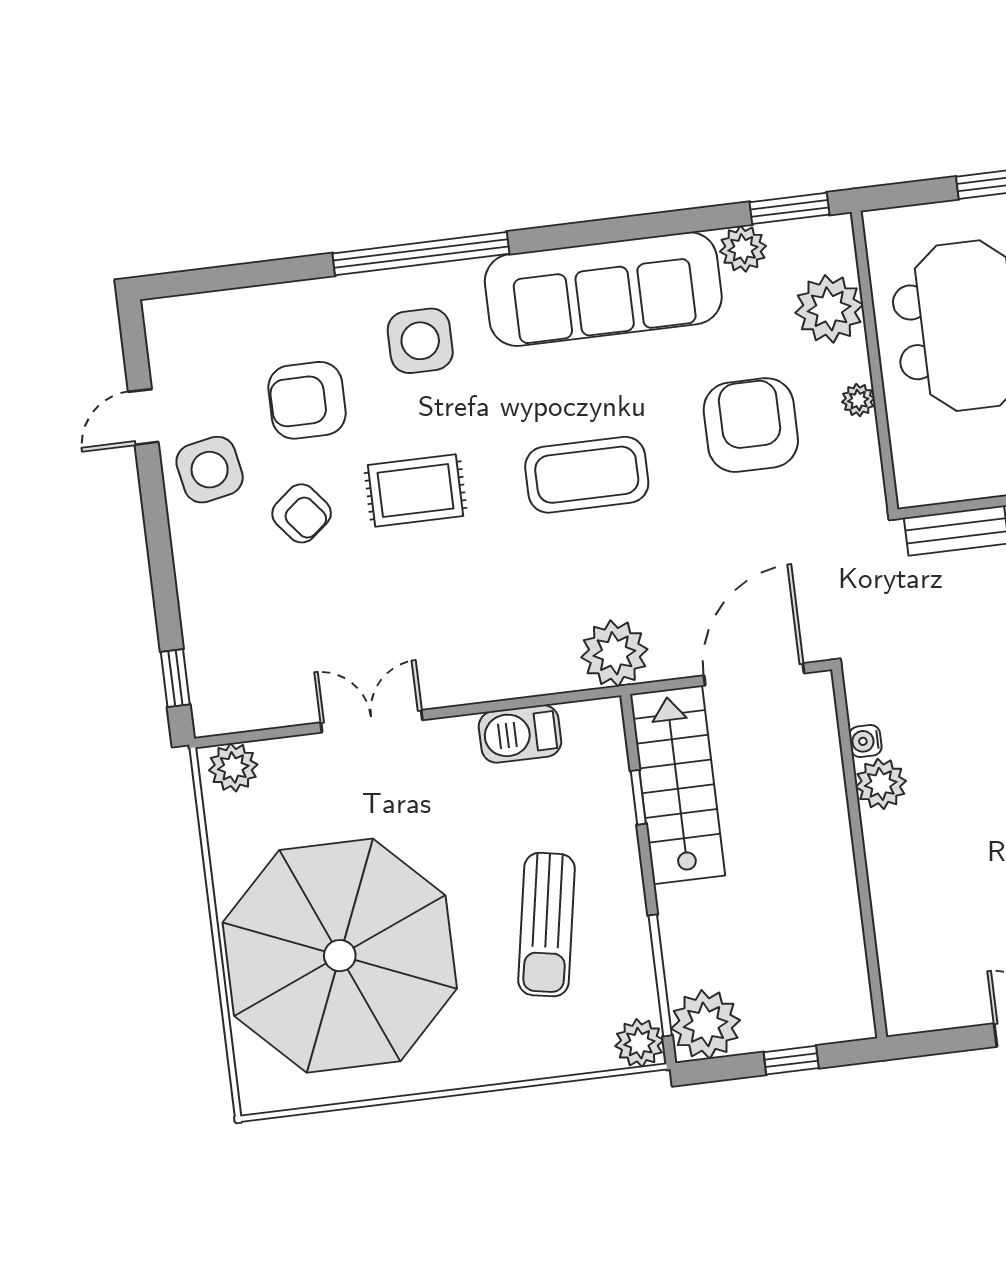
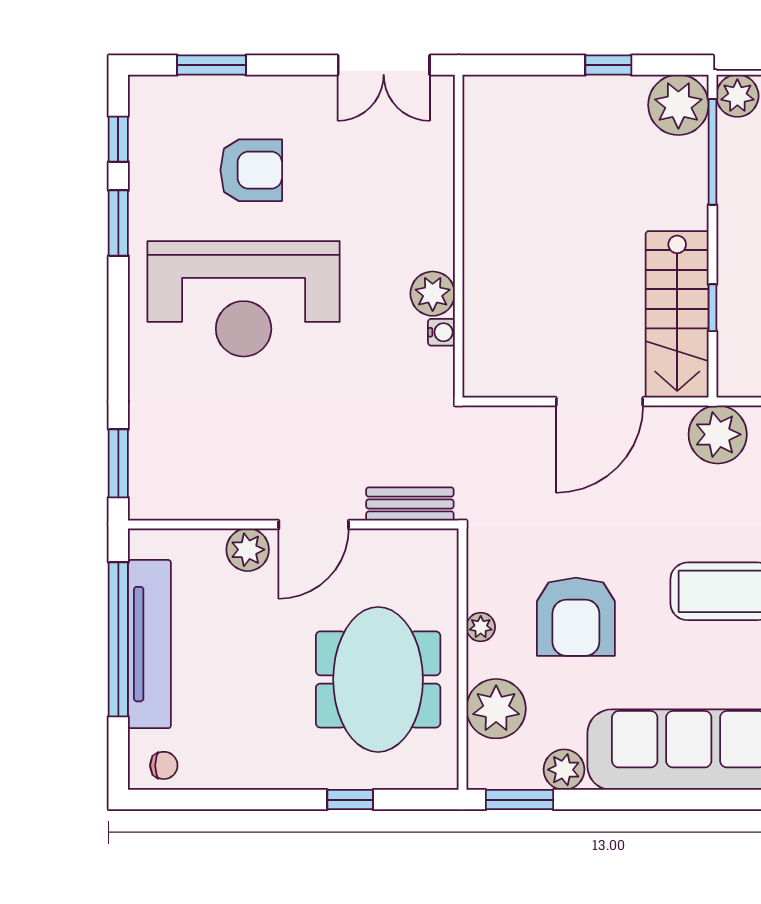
water cooler: (865, 741) -> (441, 332), moved
plant: (881, 784) -> (433, 294), moved
wall: (859, 853) -> (459, 236), moved

